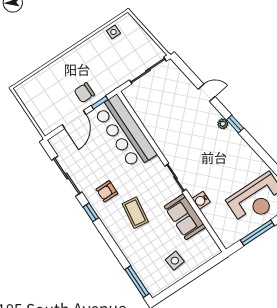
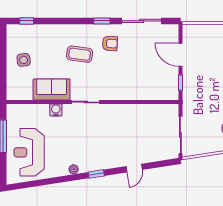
chair: (84, 93) -> (196, 76), removed
plant: (223, 124) -> (74, 169), moved
bar counter: (125, 132) -> (145, 87), removed
armchair: (107, 191) -> (110, 43), turned 93
window: (137, 282) -> (27, 21), width x0.46

